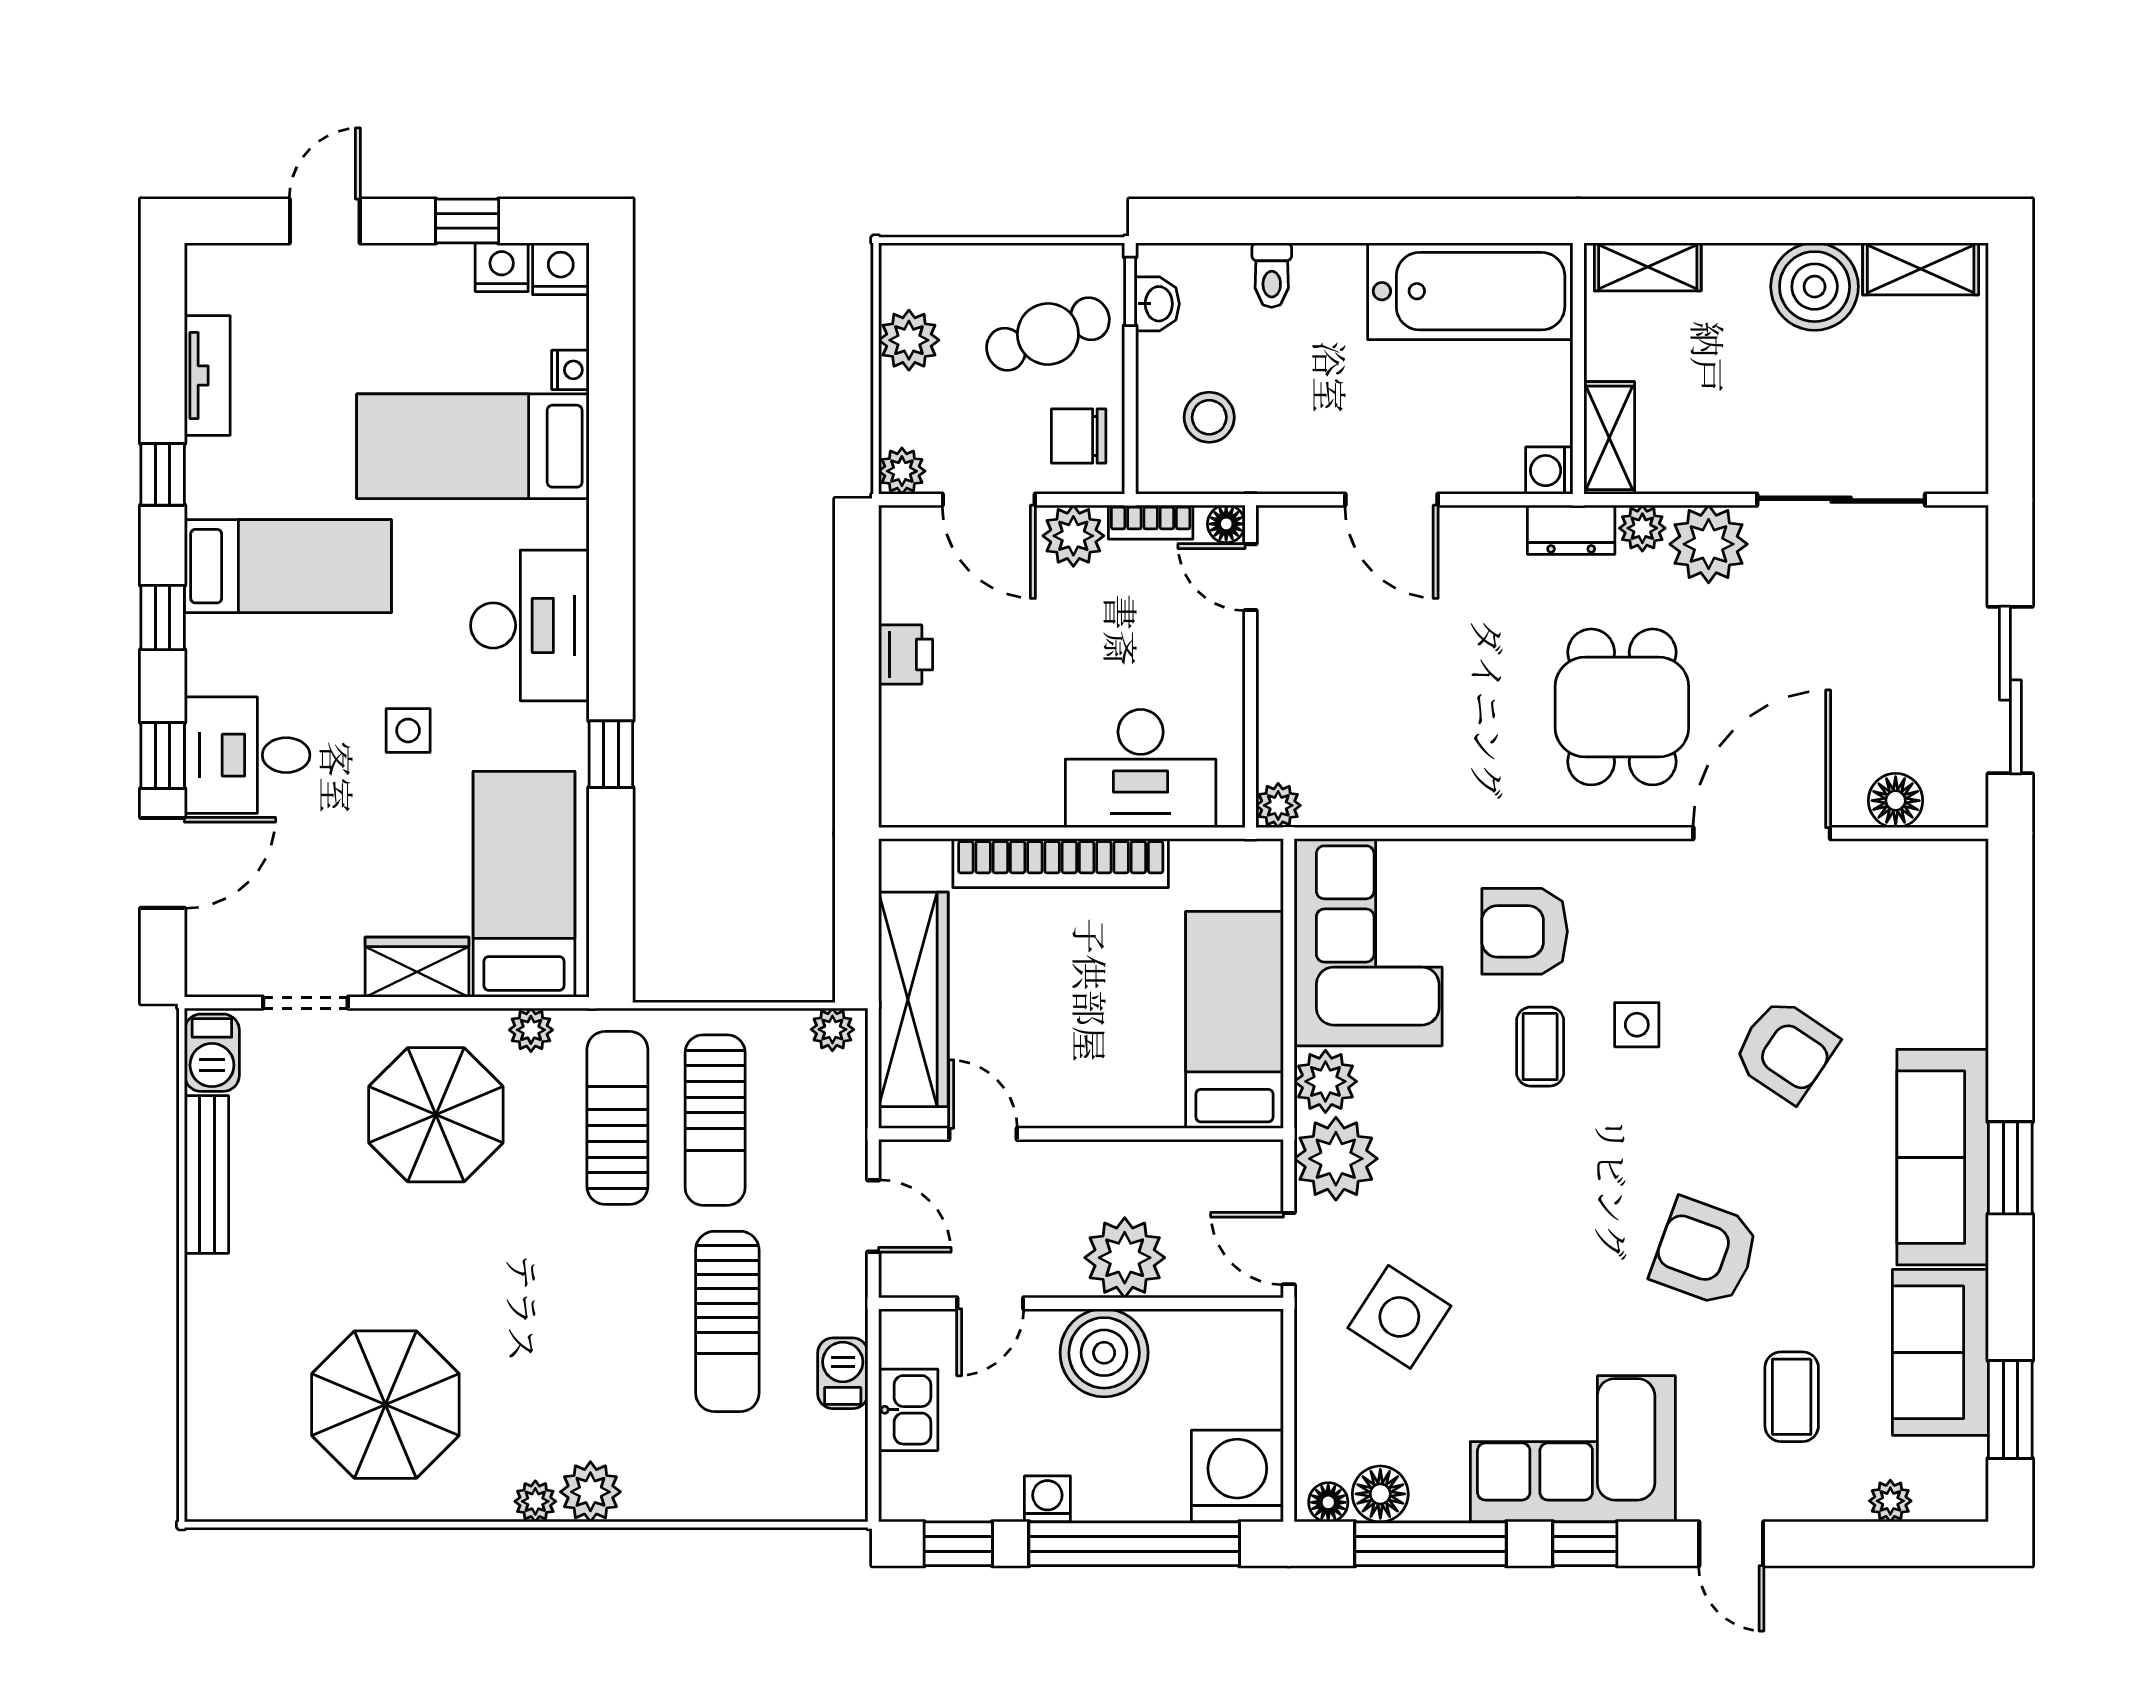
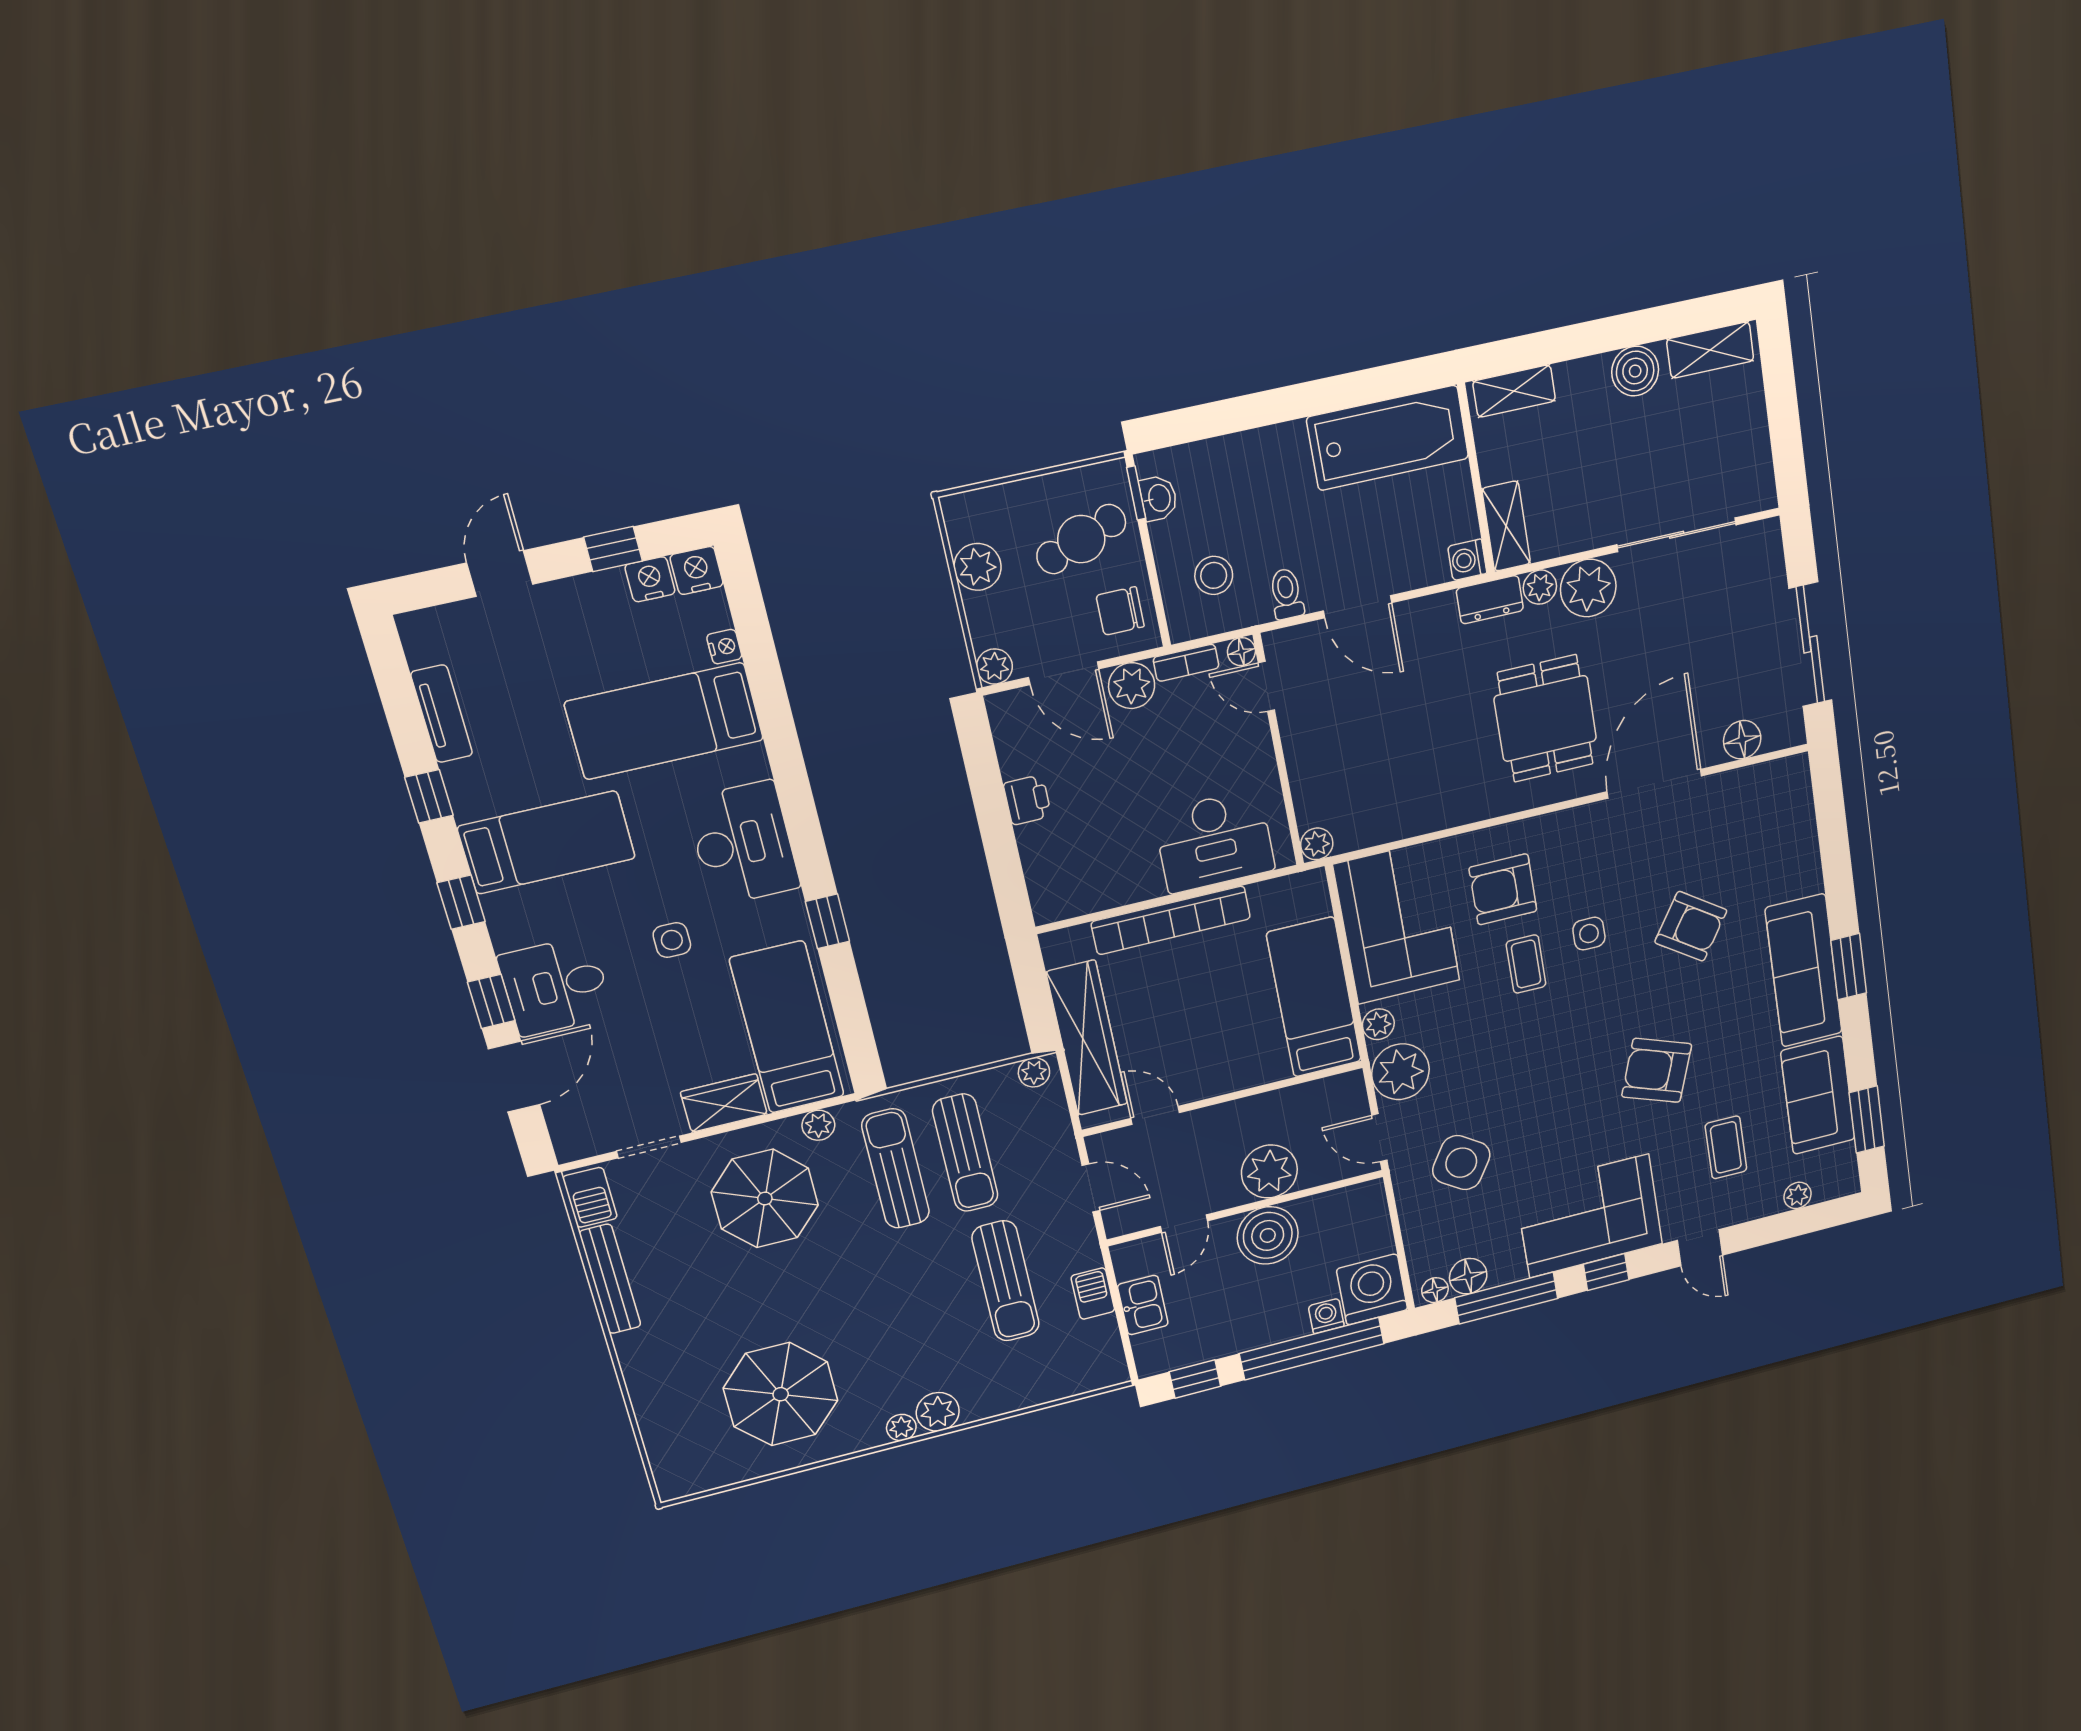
toilet: (1272, 275) -> (1286, 594), moved, turned 180
boiler: (1815, 287) -> (1635, 371), width x0.73, depth x0.73
plant: (1325, 1081) -> (1378, 1024), width x0.73, depth x0.73
washing machine: (1047, 1499) -> (1326, 1316), moved

